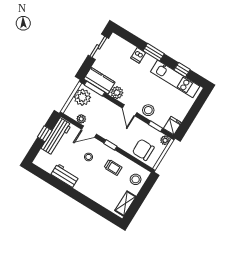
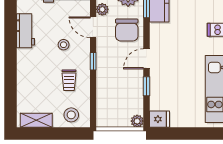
plant: (117, 93) -> (158, 32), removed
stool: (148, 110) -> (160, 80), removed
window: (156, 126) -> (147, 86), moved
chair: (143, 150) -> (127, 30), moved, turned 180

